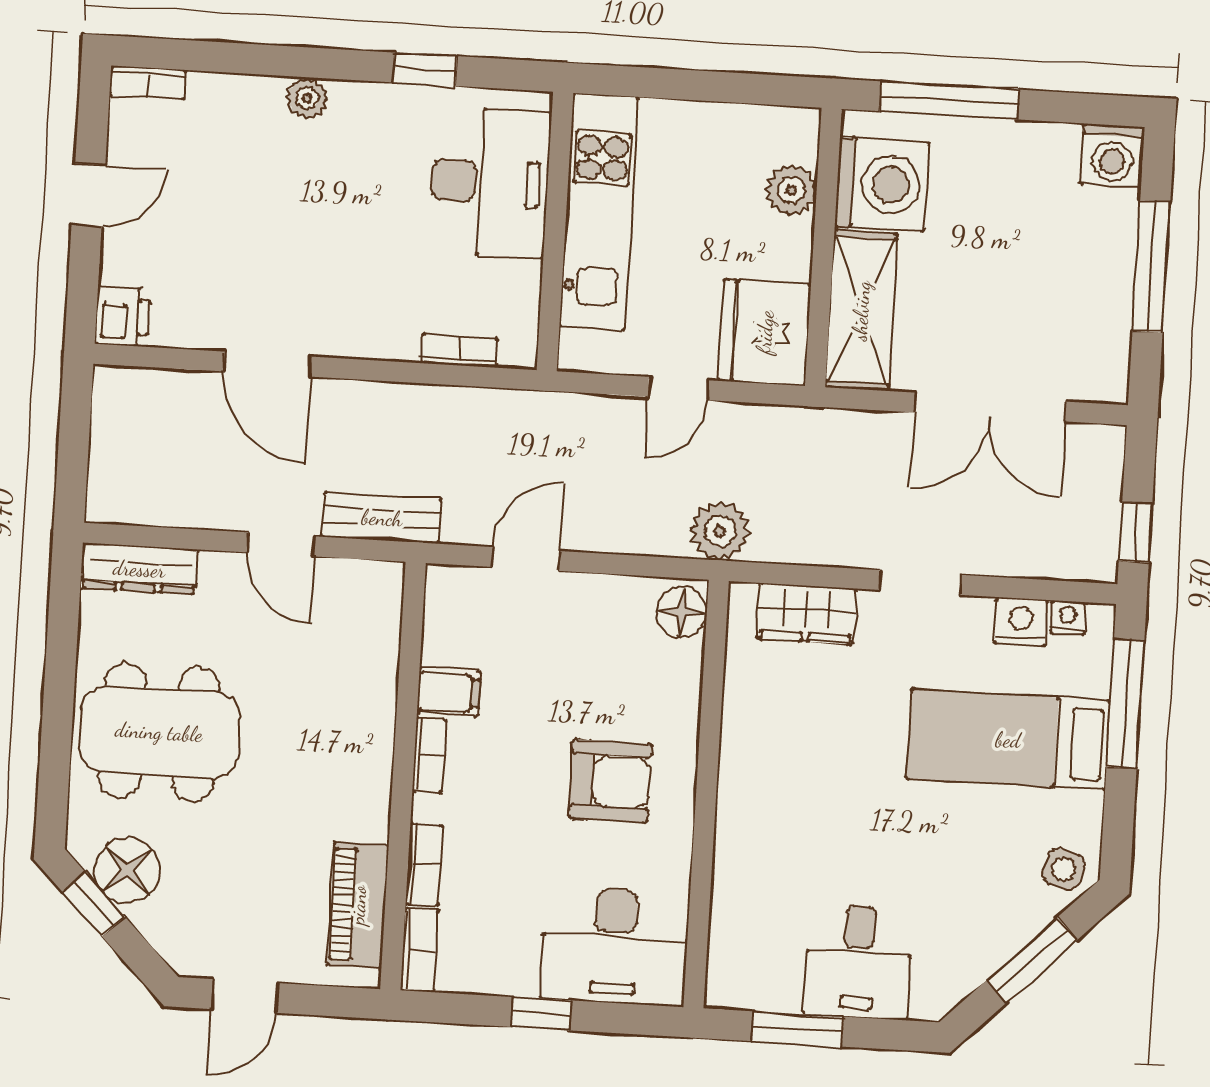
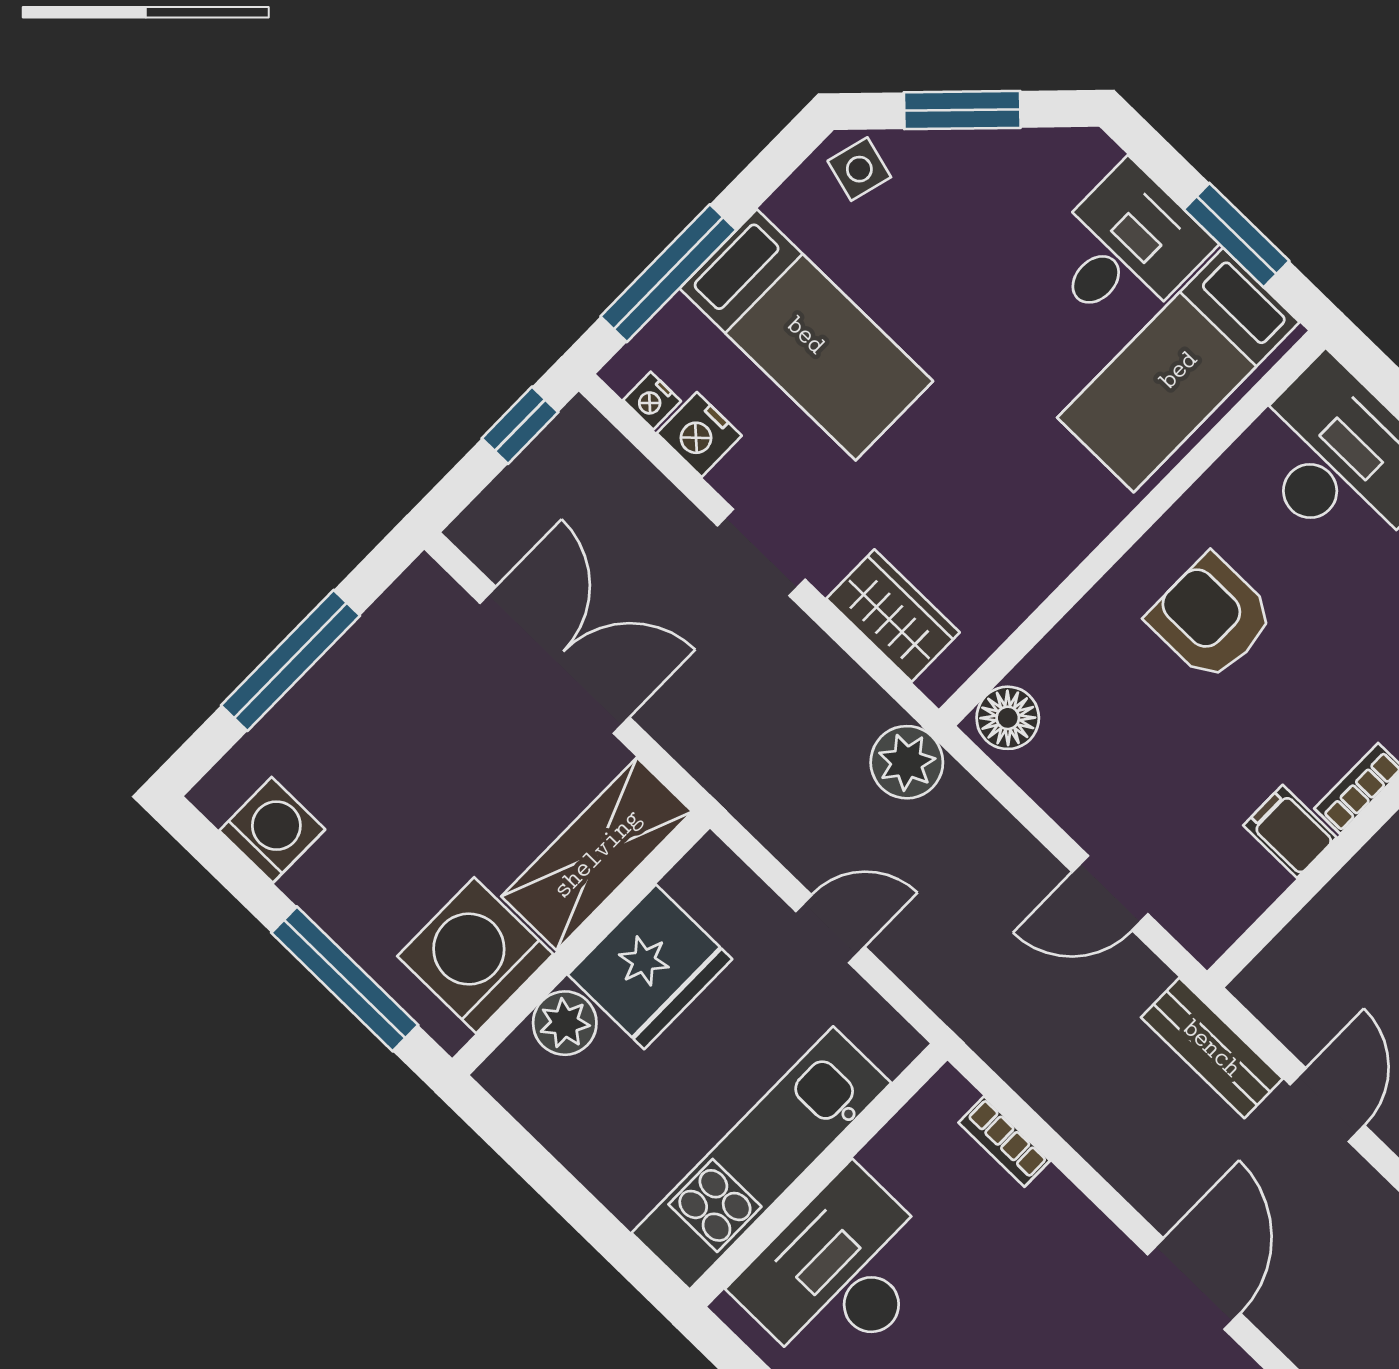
washing machine: (1113, 156) -> (272, 830), moved
fridge: (765, 332) -> (650, 967), moved
bed: (762, 915) -> (1178, 370), added

